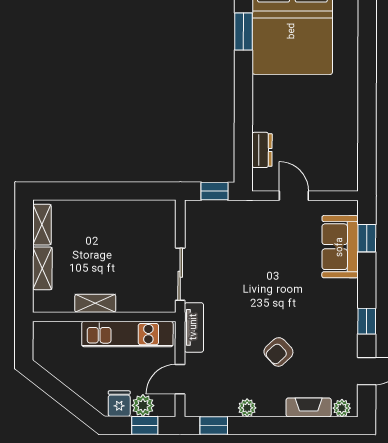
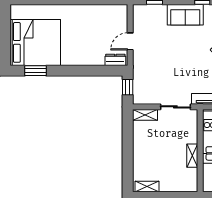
dresser: (262, 150) -> (115, 60), moved
sofa: (340, 247) -> (185, 15), moved
shelving: (42, 268) -> (145, 115), moved

